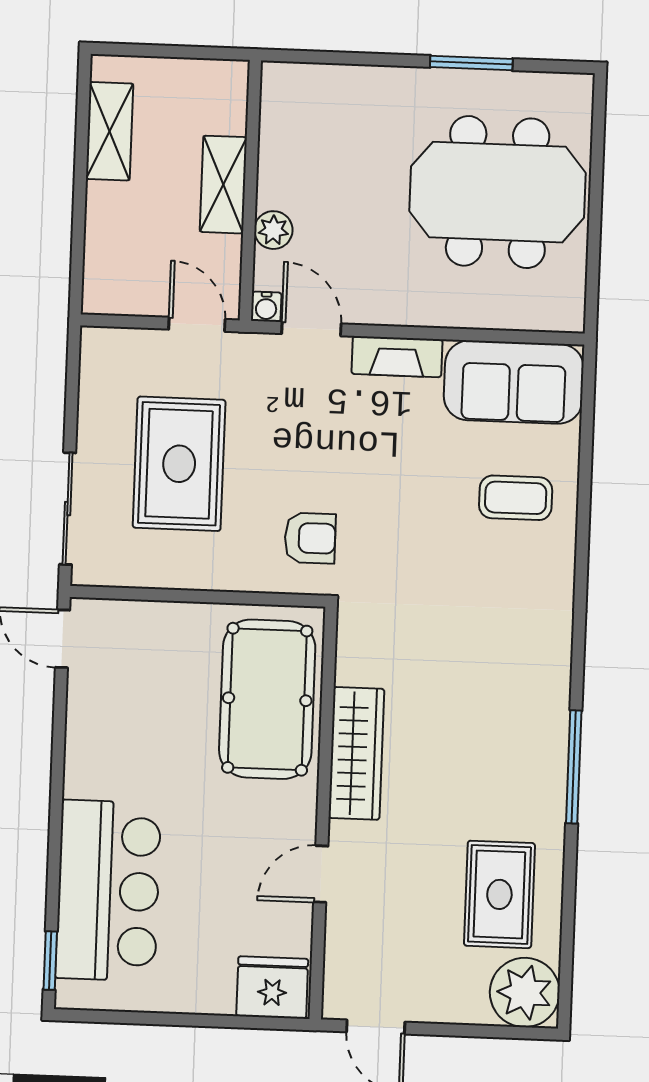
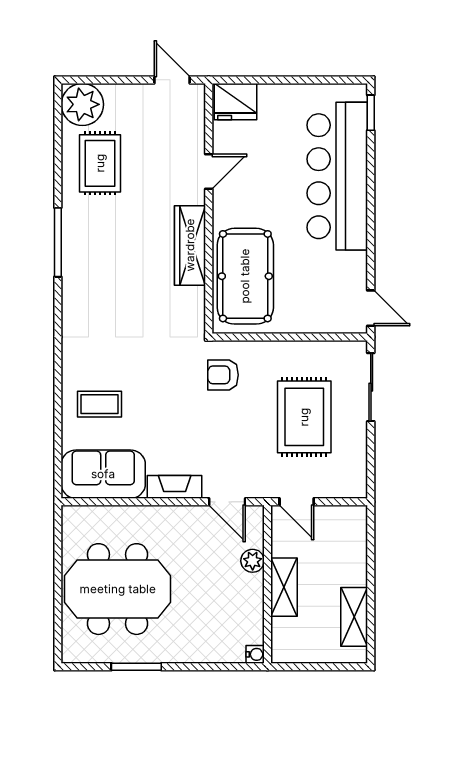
water cooler: (266, 307) -> (255, 654), moved, turned 90
bar counter: (108, 891) -> (337, 176), width x1.36

